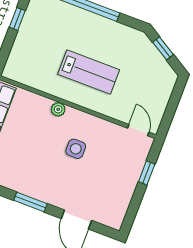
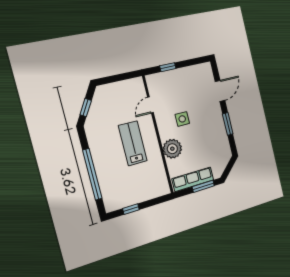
plant: (58, 109) -> (172, 149), width x1.87, depth x1.87
door: (138, 130) -> (150, 105), moved

